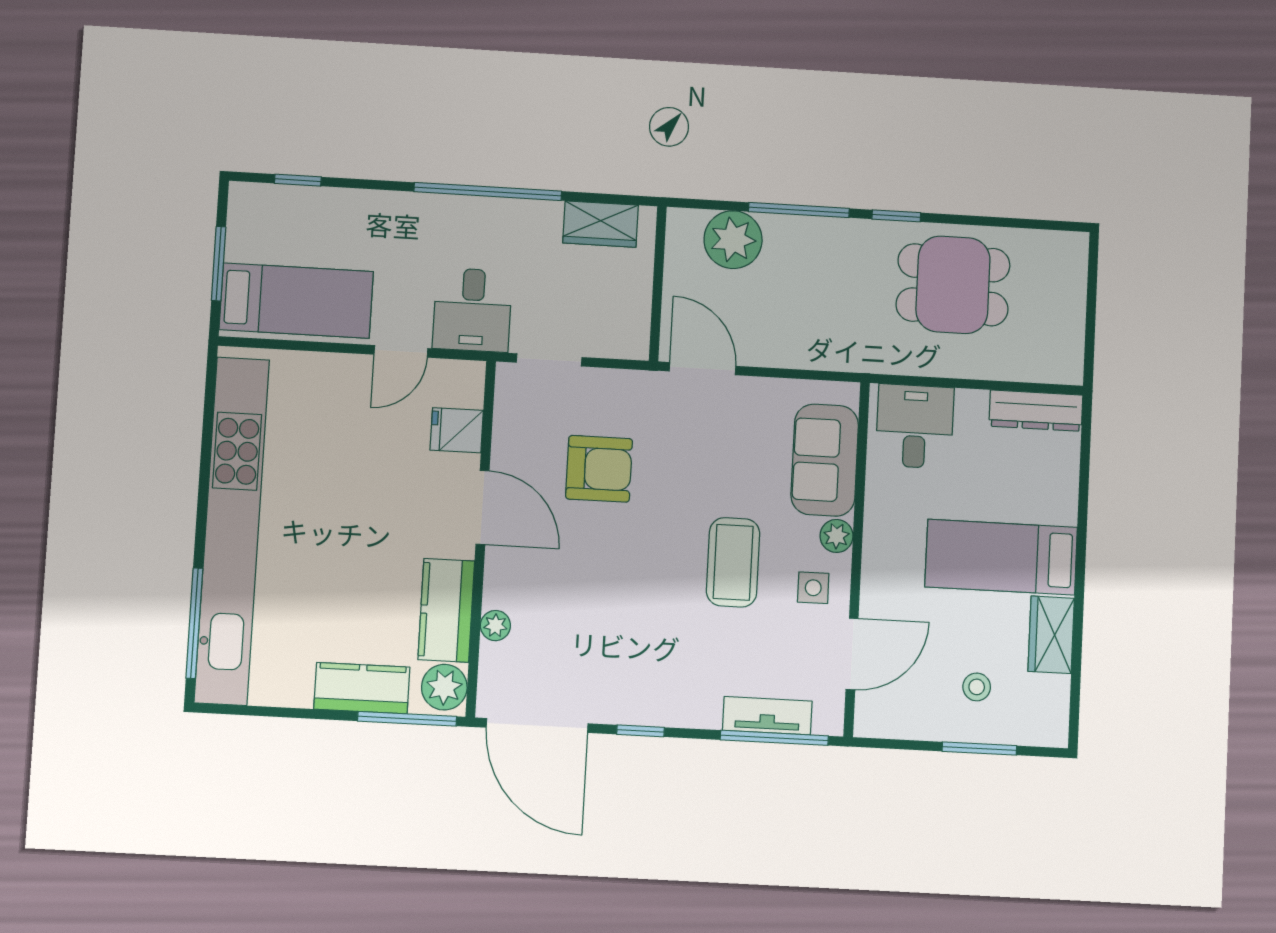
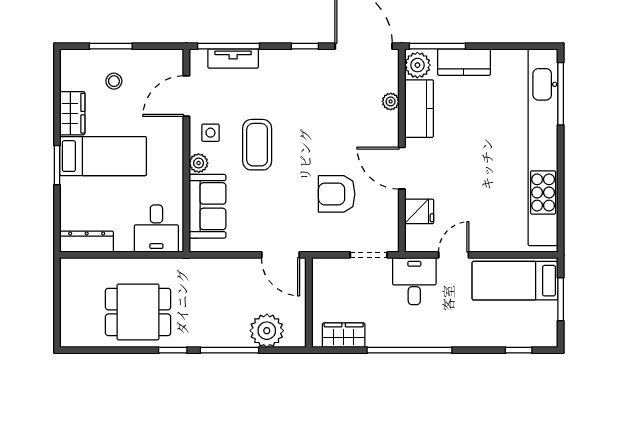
window: (1081, 546) -> (57, 165), added

